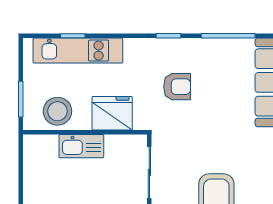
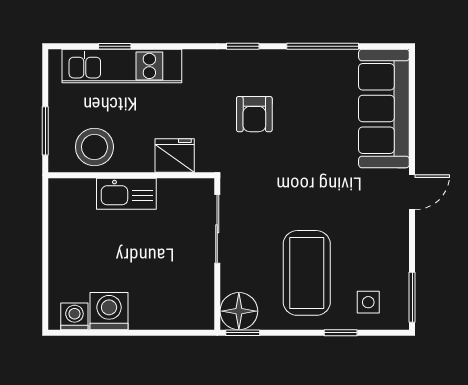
armchair: (177, 87) -> (254, 114), turned 90
fridge: (112, 113) -> (175, 155), width x0.73, depth x0.75

